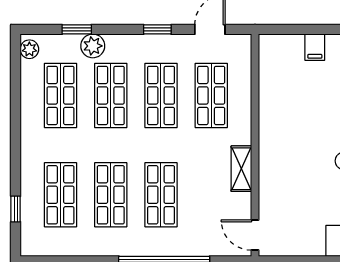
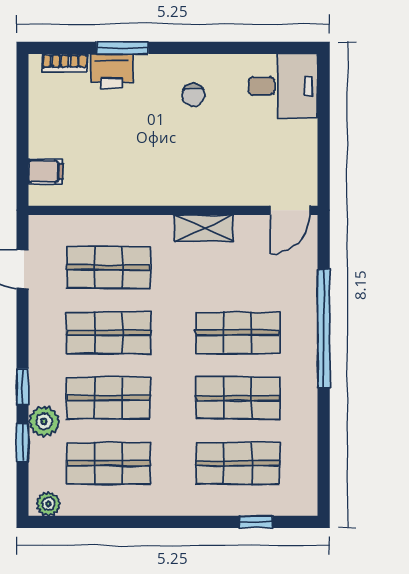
window: (157, 29) -> (23, 387), moved
filing cabinet: (315, 47) -> (46, 172), moved

